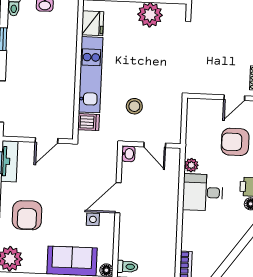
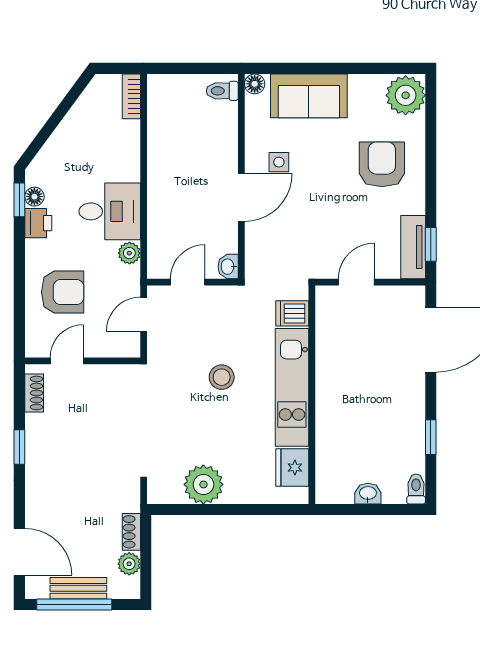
stool: (134, 106) -> (222, 377), moved
door: (184, 126) -> (144, 314), added
door: (155, 145) -> (188, 282), hinge flipped

